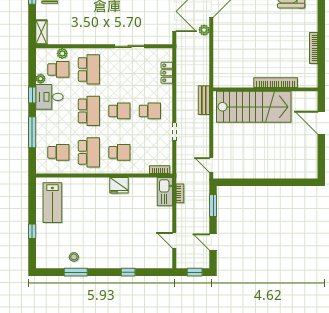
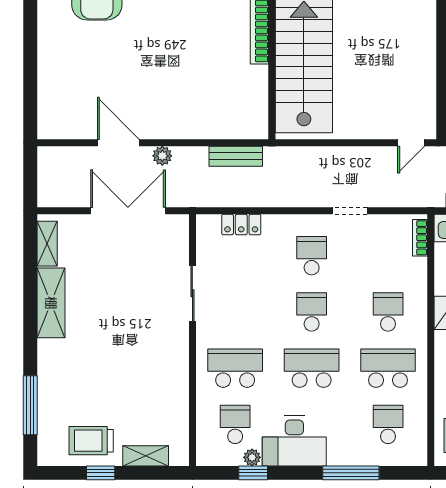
shelving: (41, 32) -> (146, 456), moved
plant: (62, 53) -> (206, 417), removed
window: (32, 95) -> (253, 473), moved
desk: (49, 97) -> (294, 441), width x1.37
bench: (204, 100) -> (236, 156), moved

